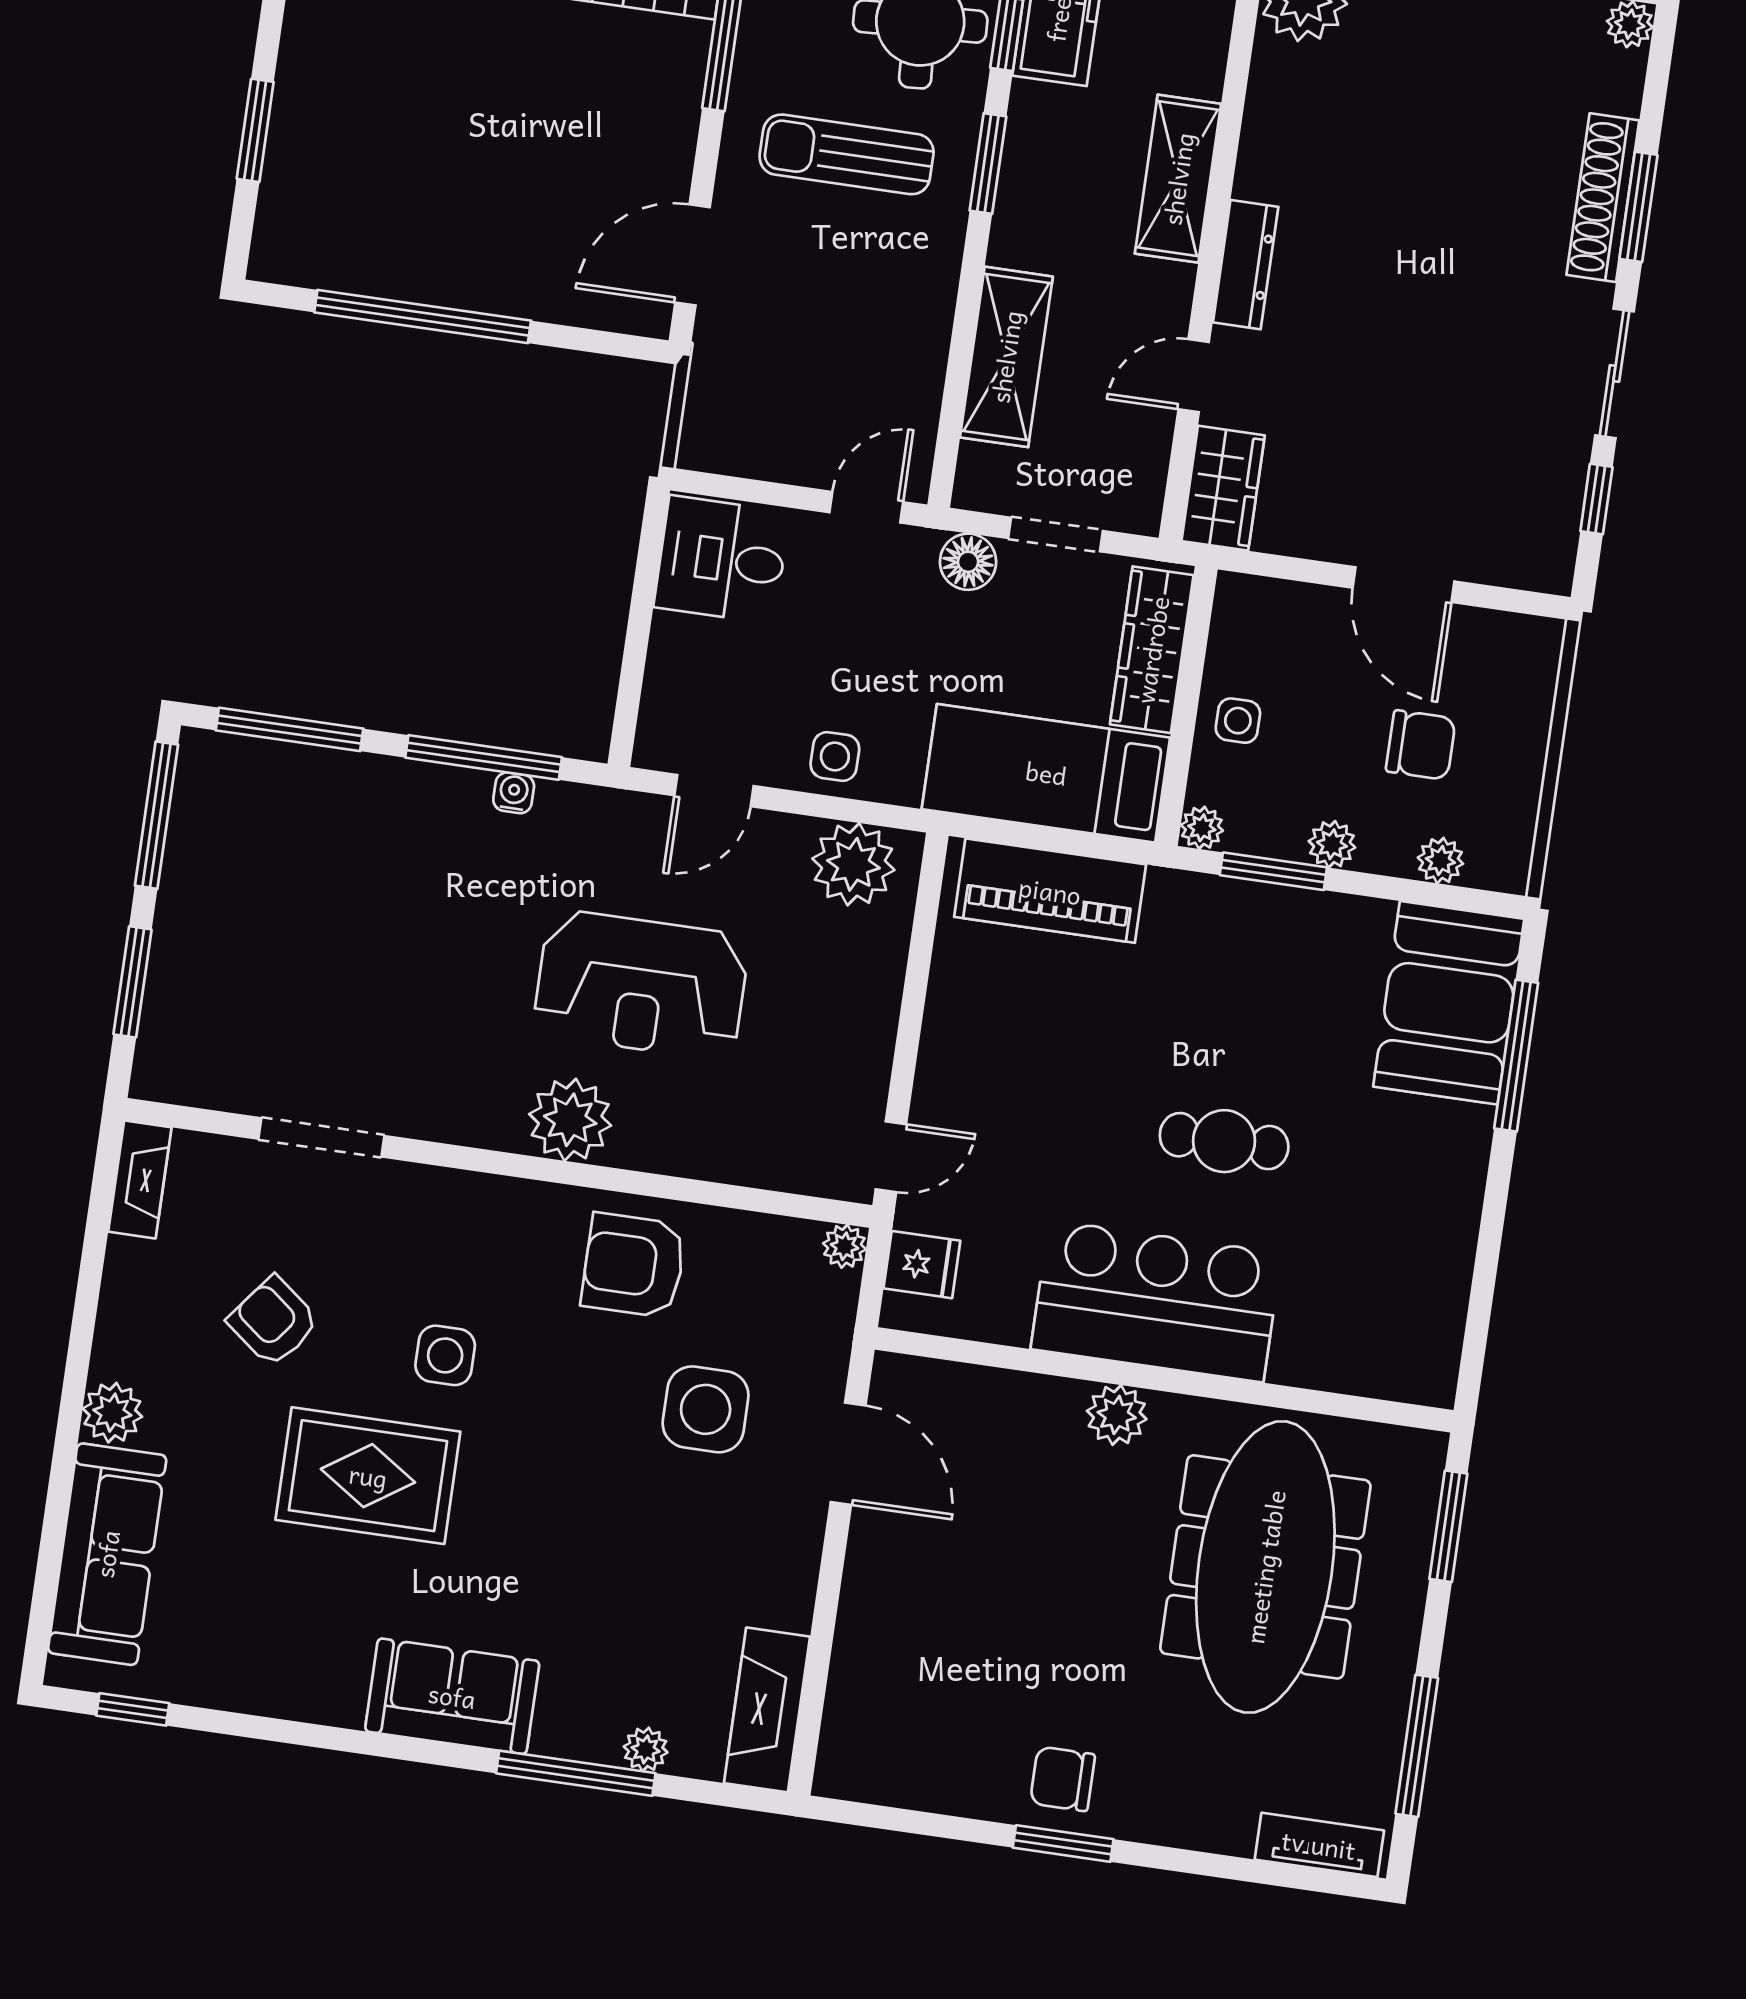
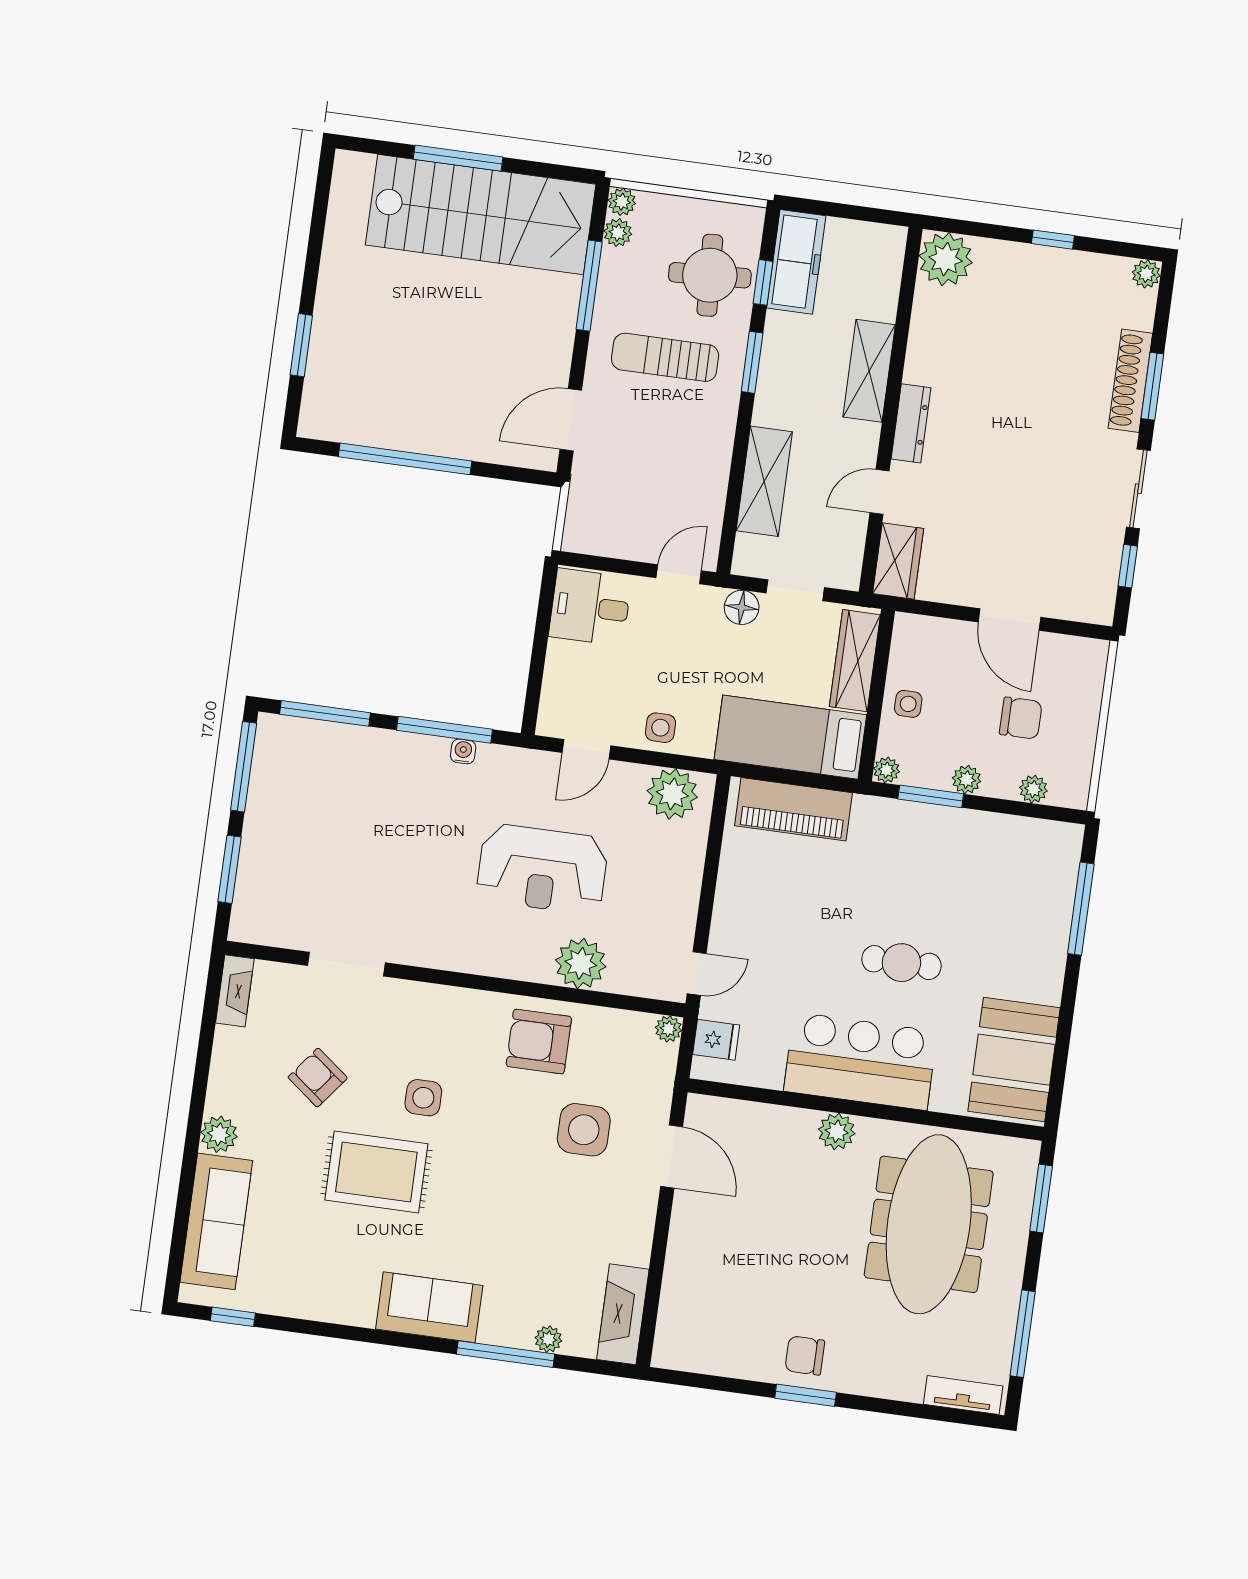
booth: (1449, 1003) -> (1014, 1060), moved
plant: (570, 1120) -> (581, 963), moved

